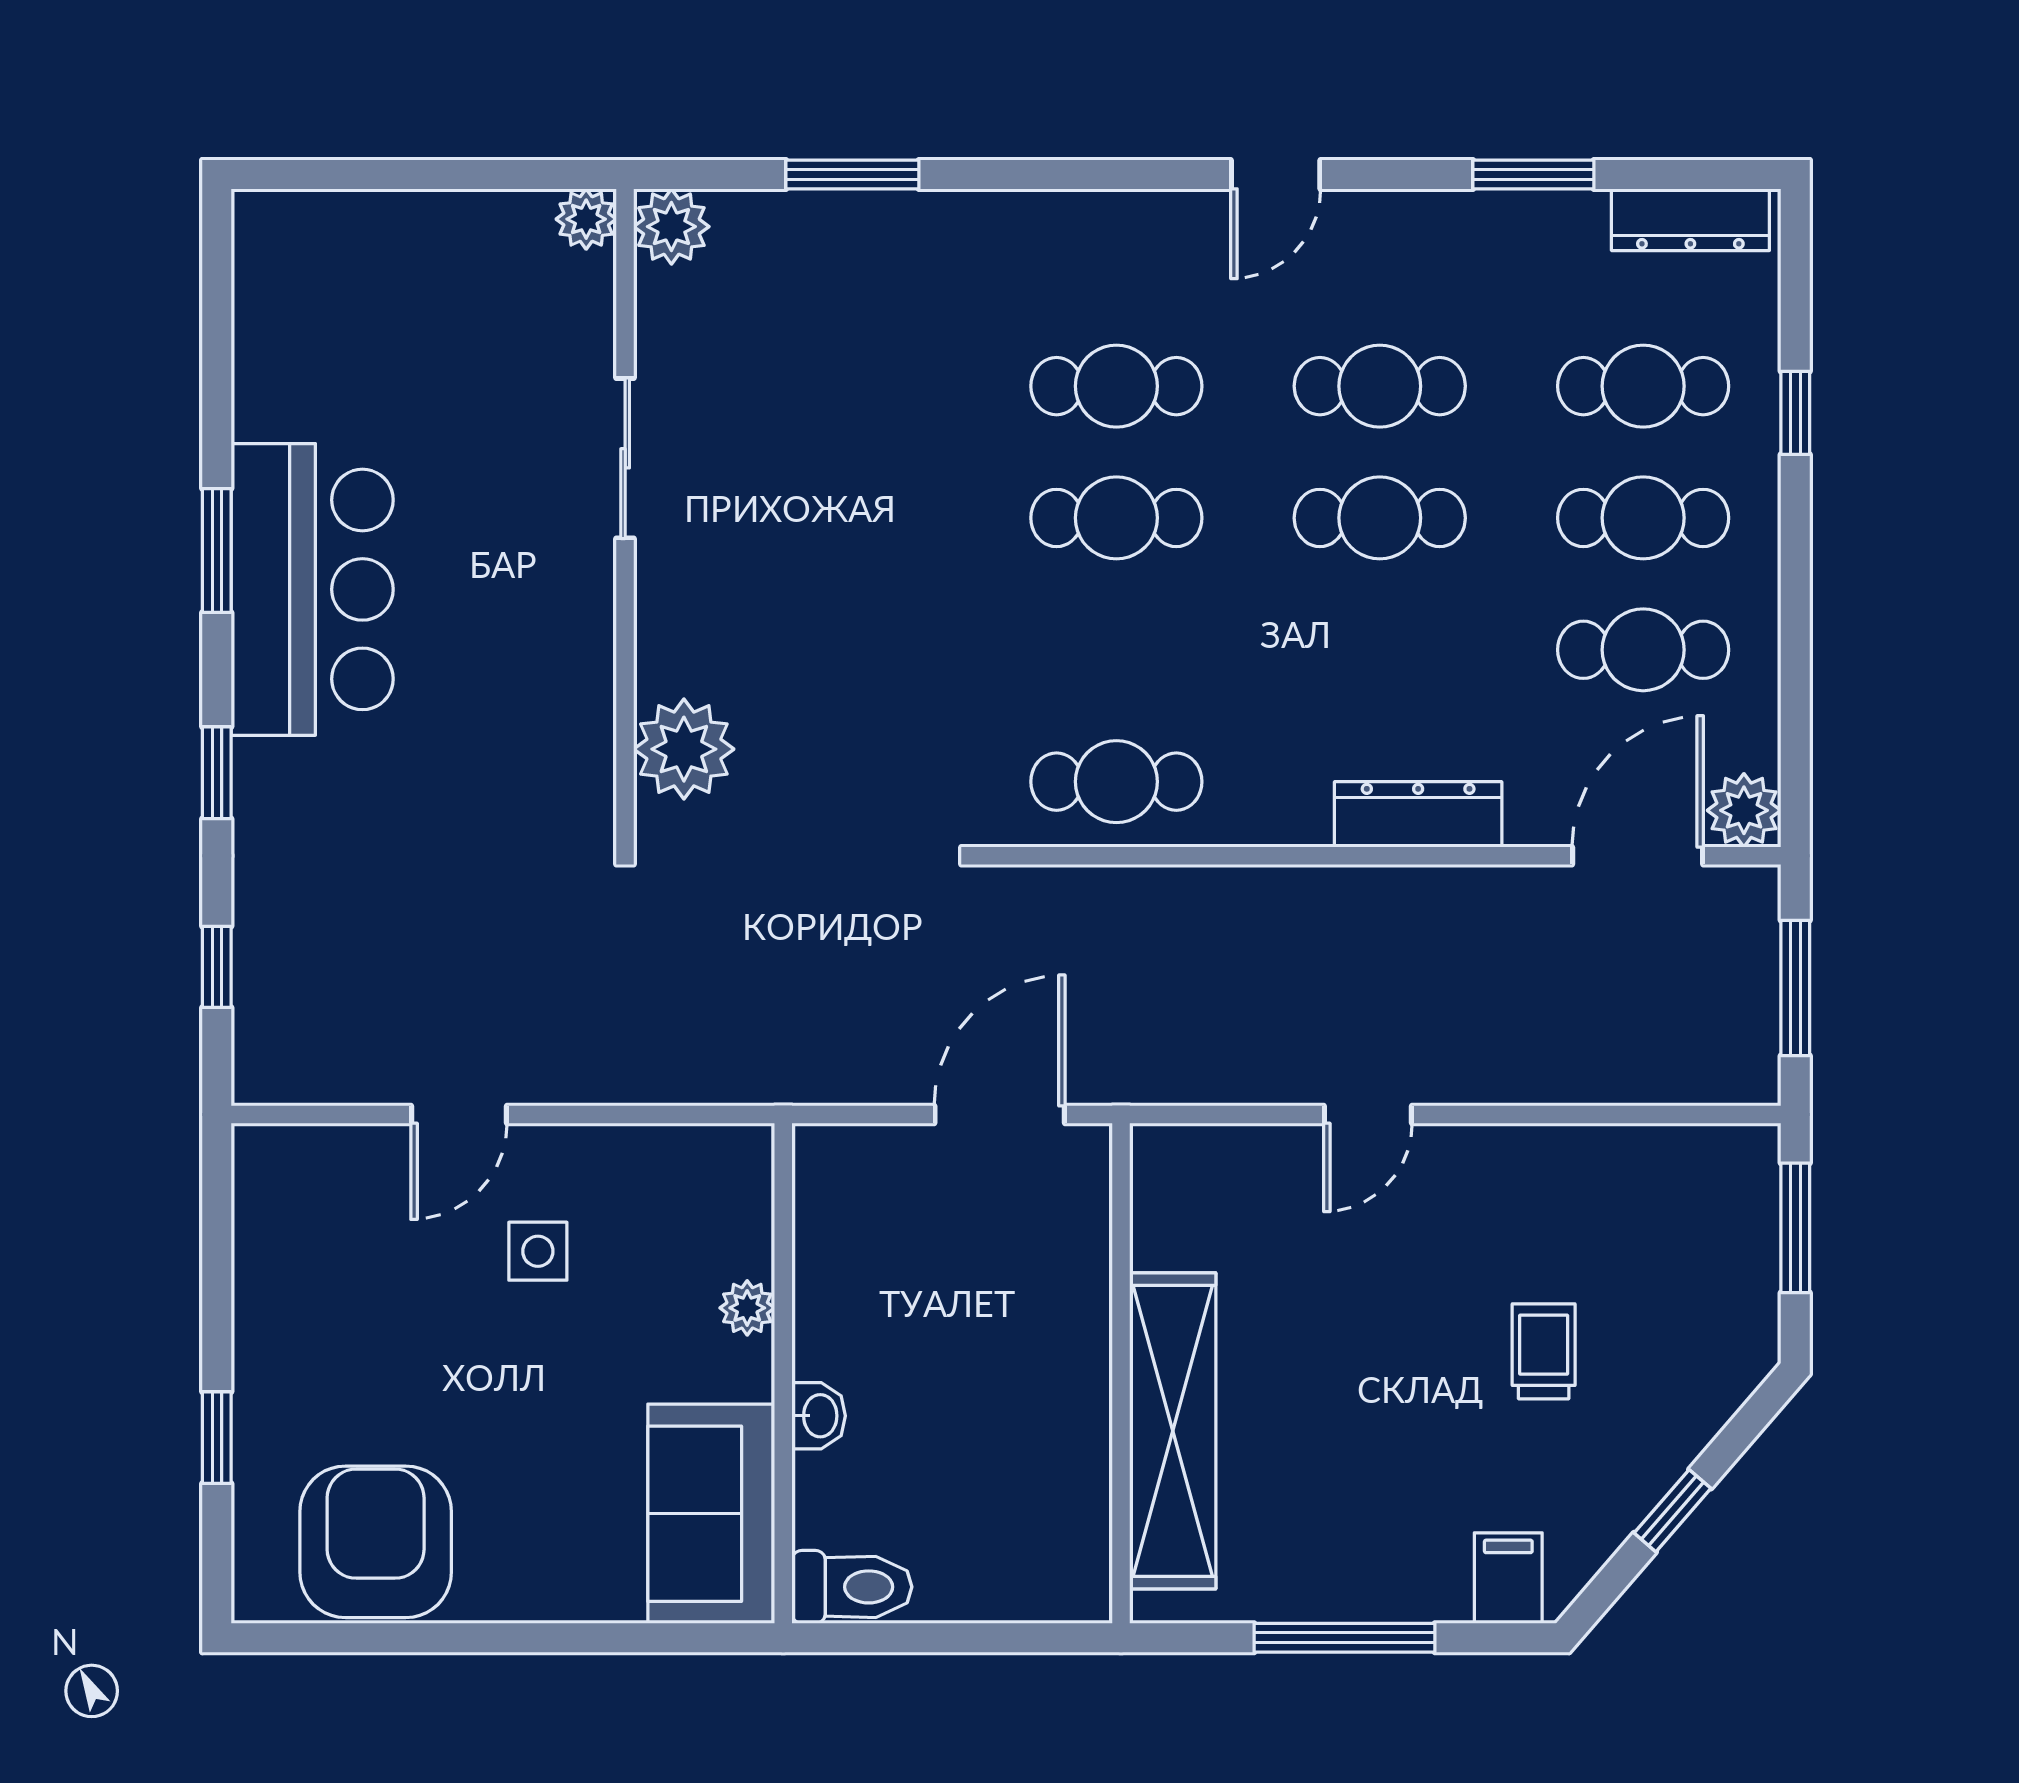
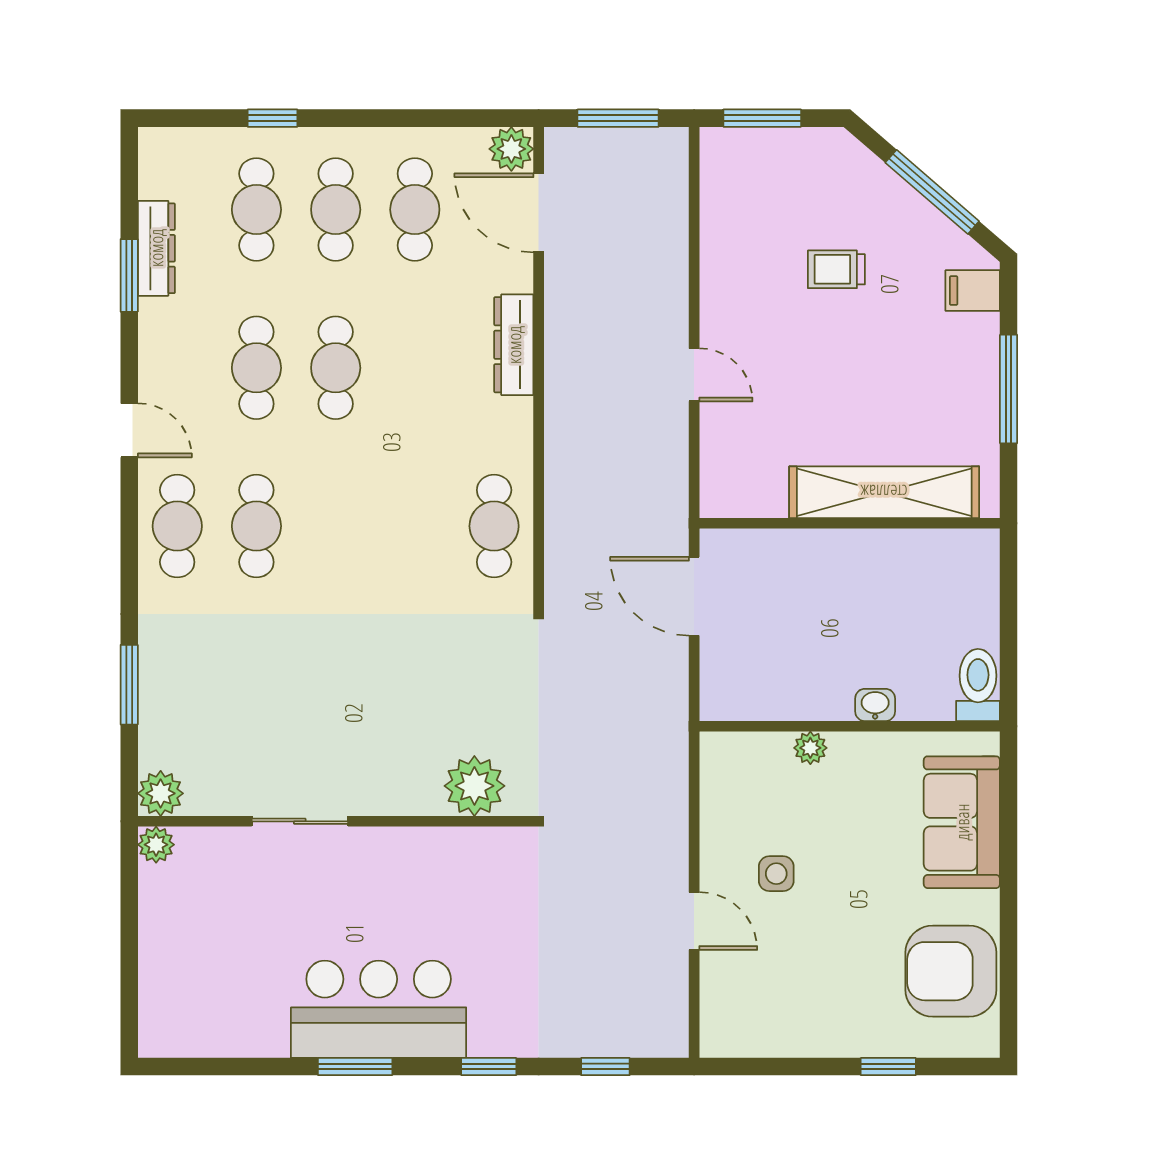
dresser: (1690, 220) -> (156, 248), moved
cafe table: (1116, 518) -> (177, 526), moved
window: (1673, 1511) -> (932, 192), width x2.17
sofa: (711, 1514) -> (962, 822), moved, turned 90

